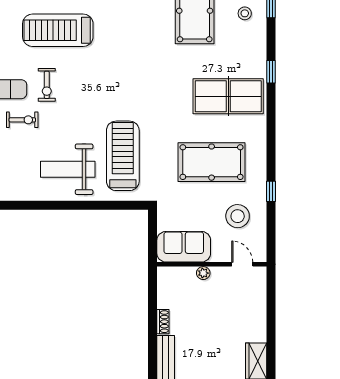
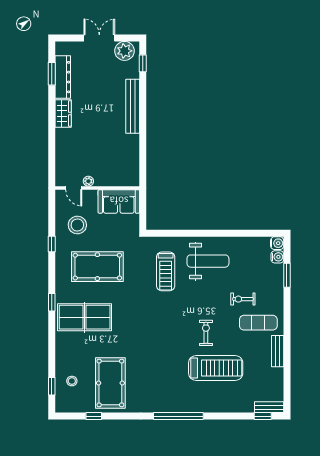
window: (271, 72) -> (52, 302), moved
exercise bike: (47, 85) -> (206, 333), moved
treadmill: (123, 156) -> (166, 271), width x0.73, depth x0.73
plant: (203, 273) -> (88, 181), moved
shoe rack: (163, 322) -> (135, 144), removed

